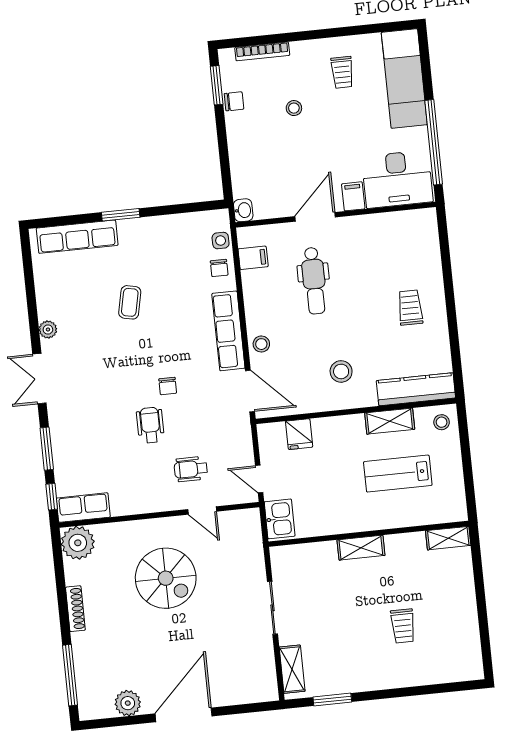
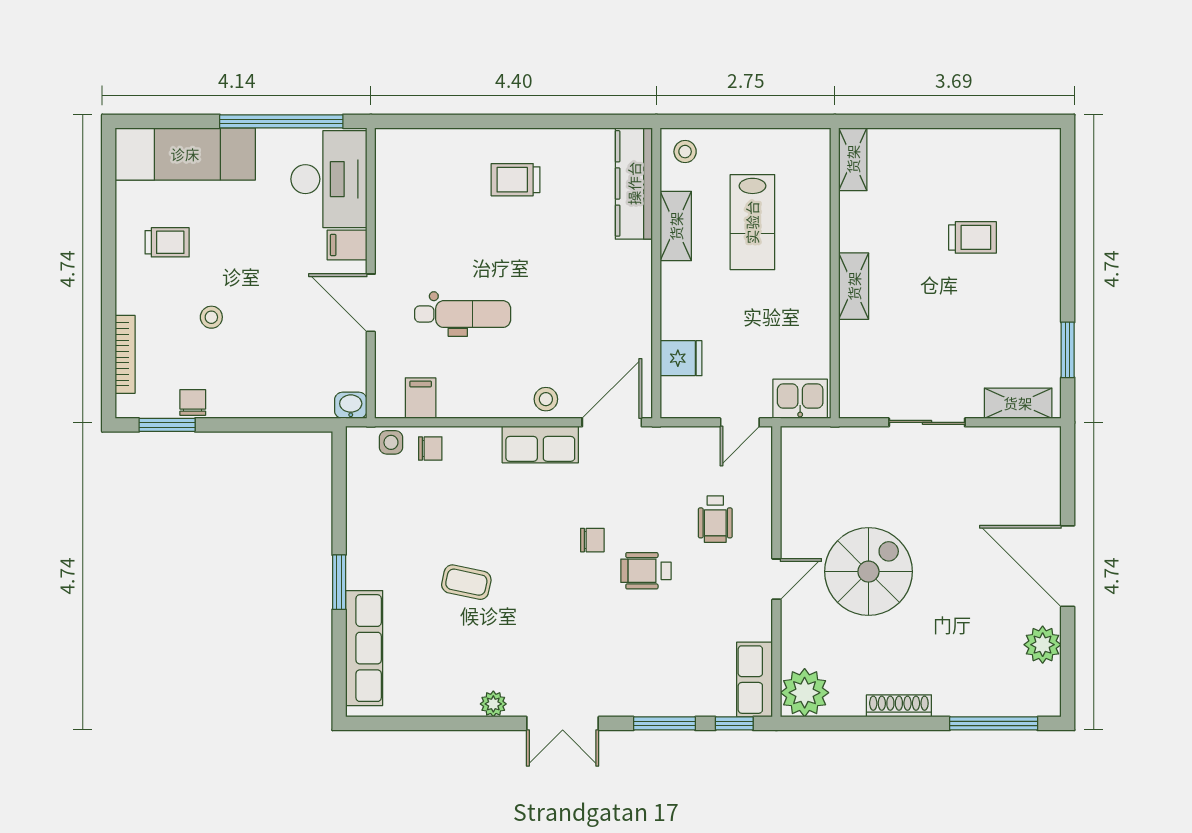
row of seats: (228, 331) -> (540, 444), width x0.68
stool: (341, 371) -> (597, 288), removed
door: (202, 510) -> (776, 579), moved

